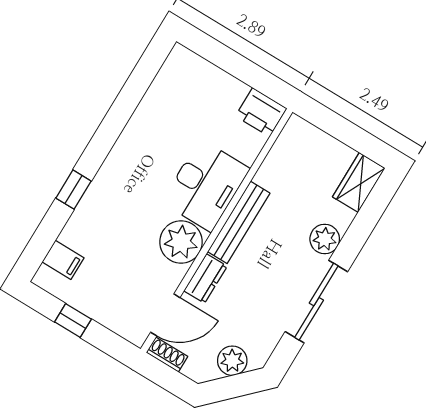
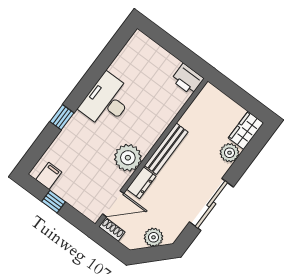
desk: (206, 185) -> (107, 101), moved, turned 180
plant: (325, 239) -> (229, 153), moved
filing cabinet: (63, 260) -> (49, 176), moved, turned -90

